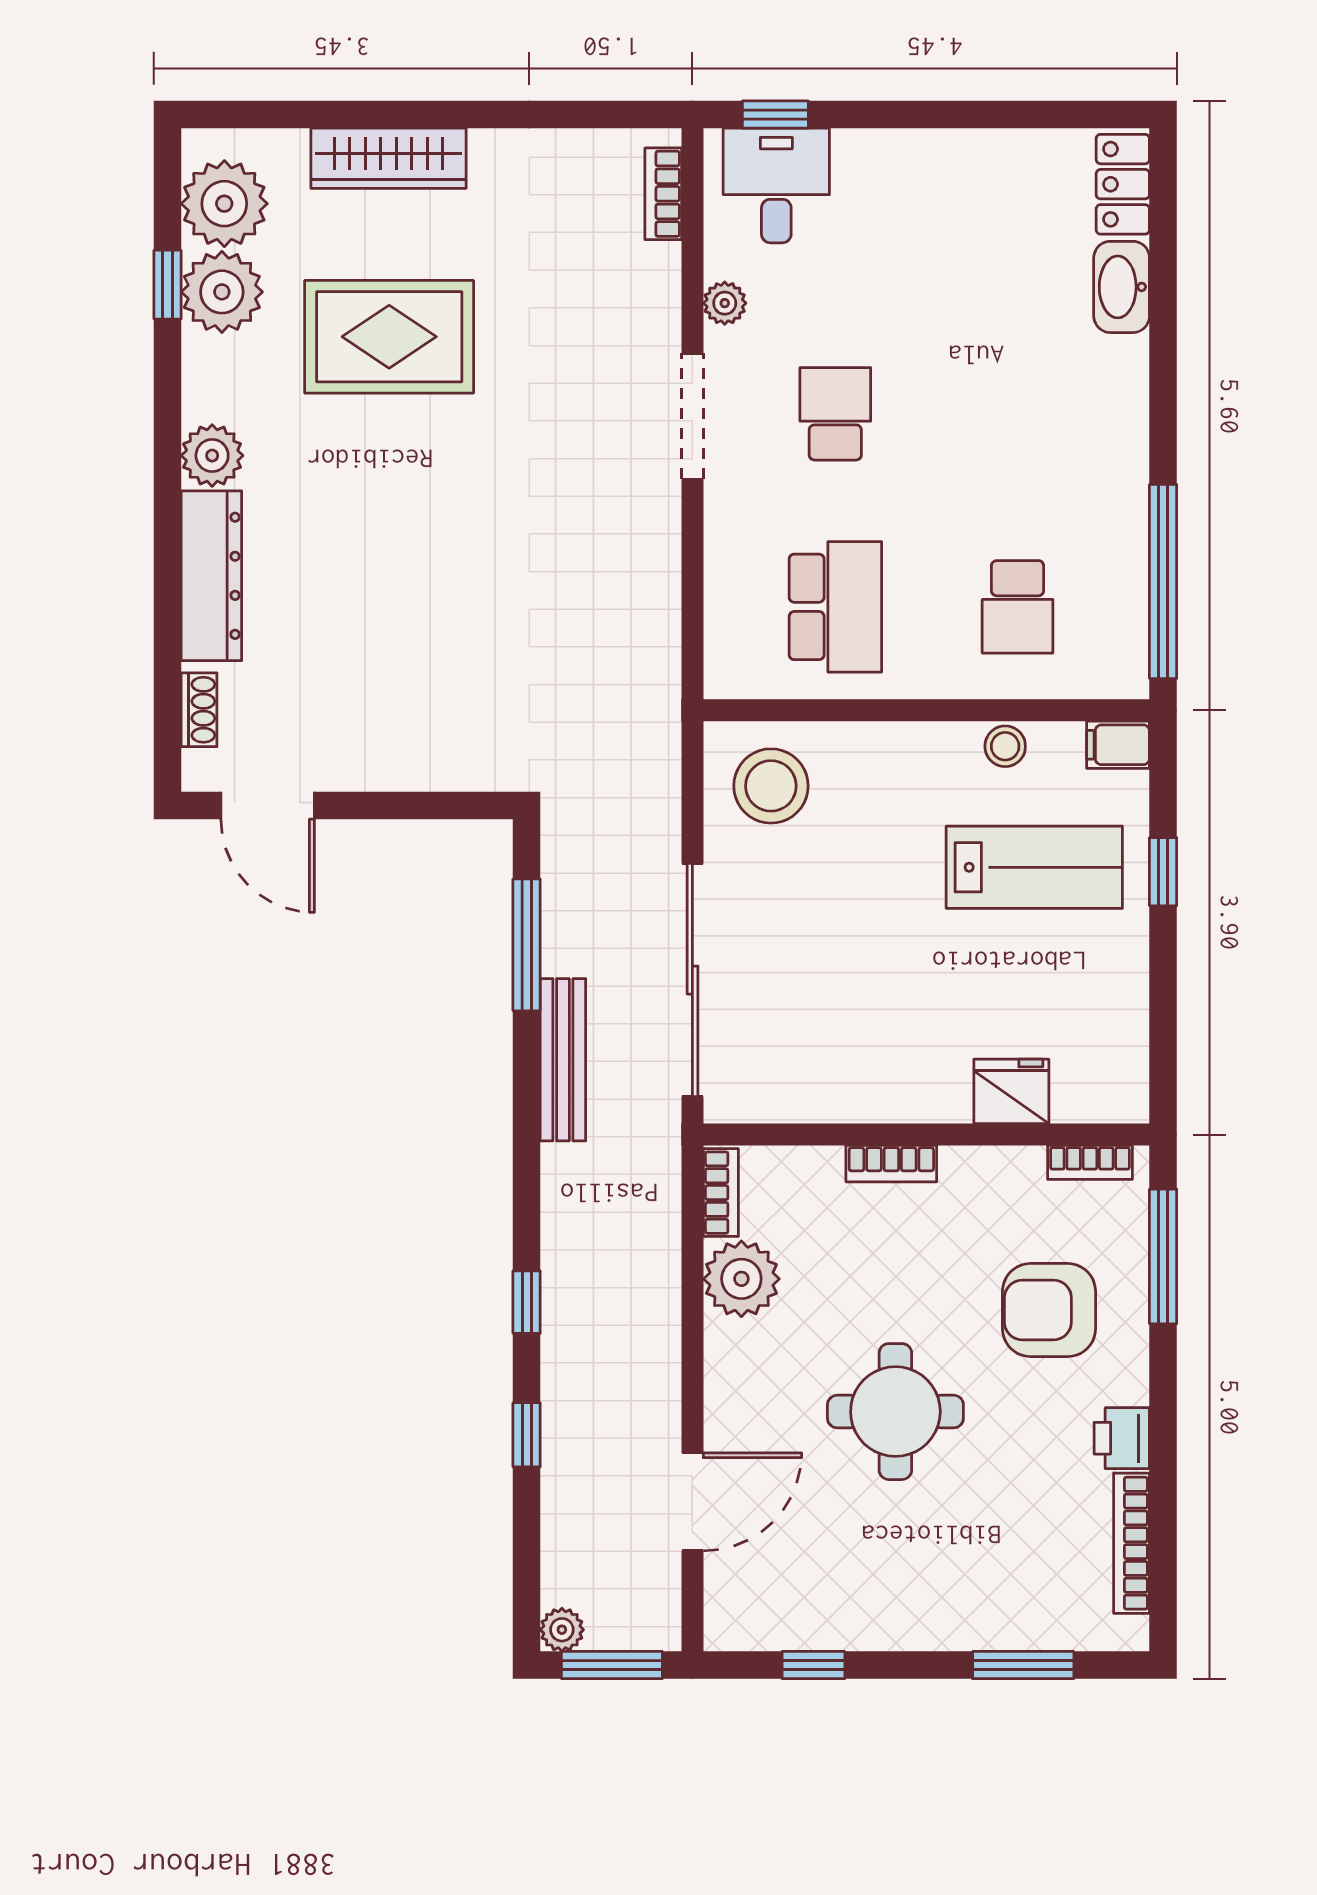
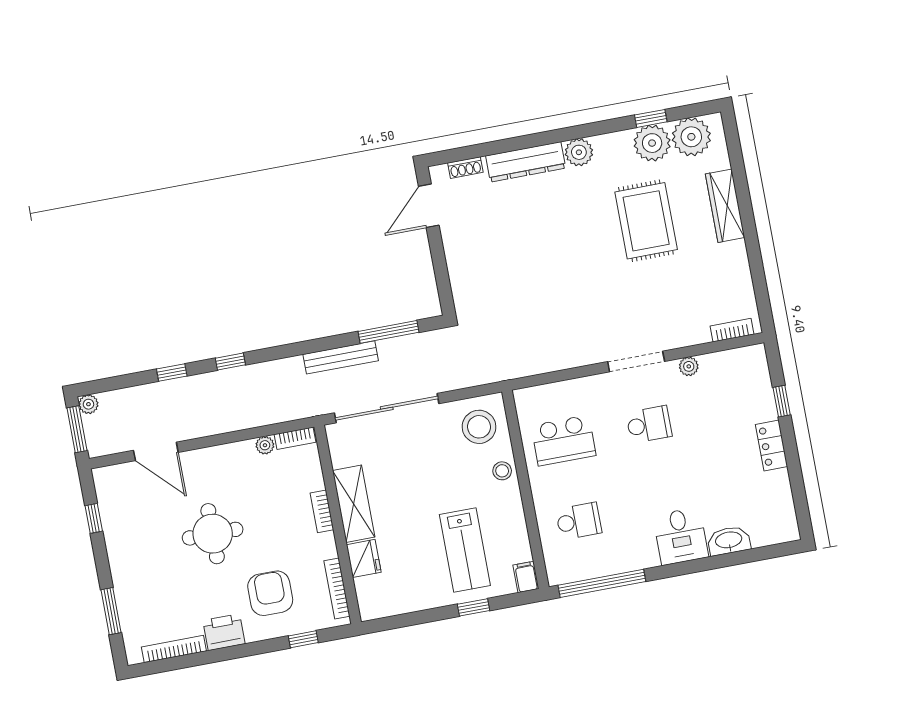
window: (775, 115) -> (782, 401), moved
locker: (1123, 184) -> (771, 446), moved, turned -90
desk: (776, 185) -> (681, 536), moved, turned 90
school desk: (1018, 607) -> (579, 521), turned 180
stool: (1005, 746) -> (502, 471), moved
shelving: (888, 1091) -> (354, 504), added
bookcase: (1090, 1162) -> (337, 589), width x1.56
window: (1163, 1256) -> (303, 639), width x0.46
plant: (741, 1279) -> (265, 445), width x0.53, depth x0.53
printer: (1122, 1438) -> (224, 632), width x1.36, depth x1.24

